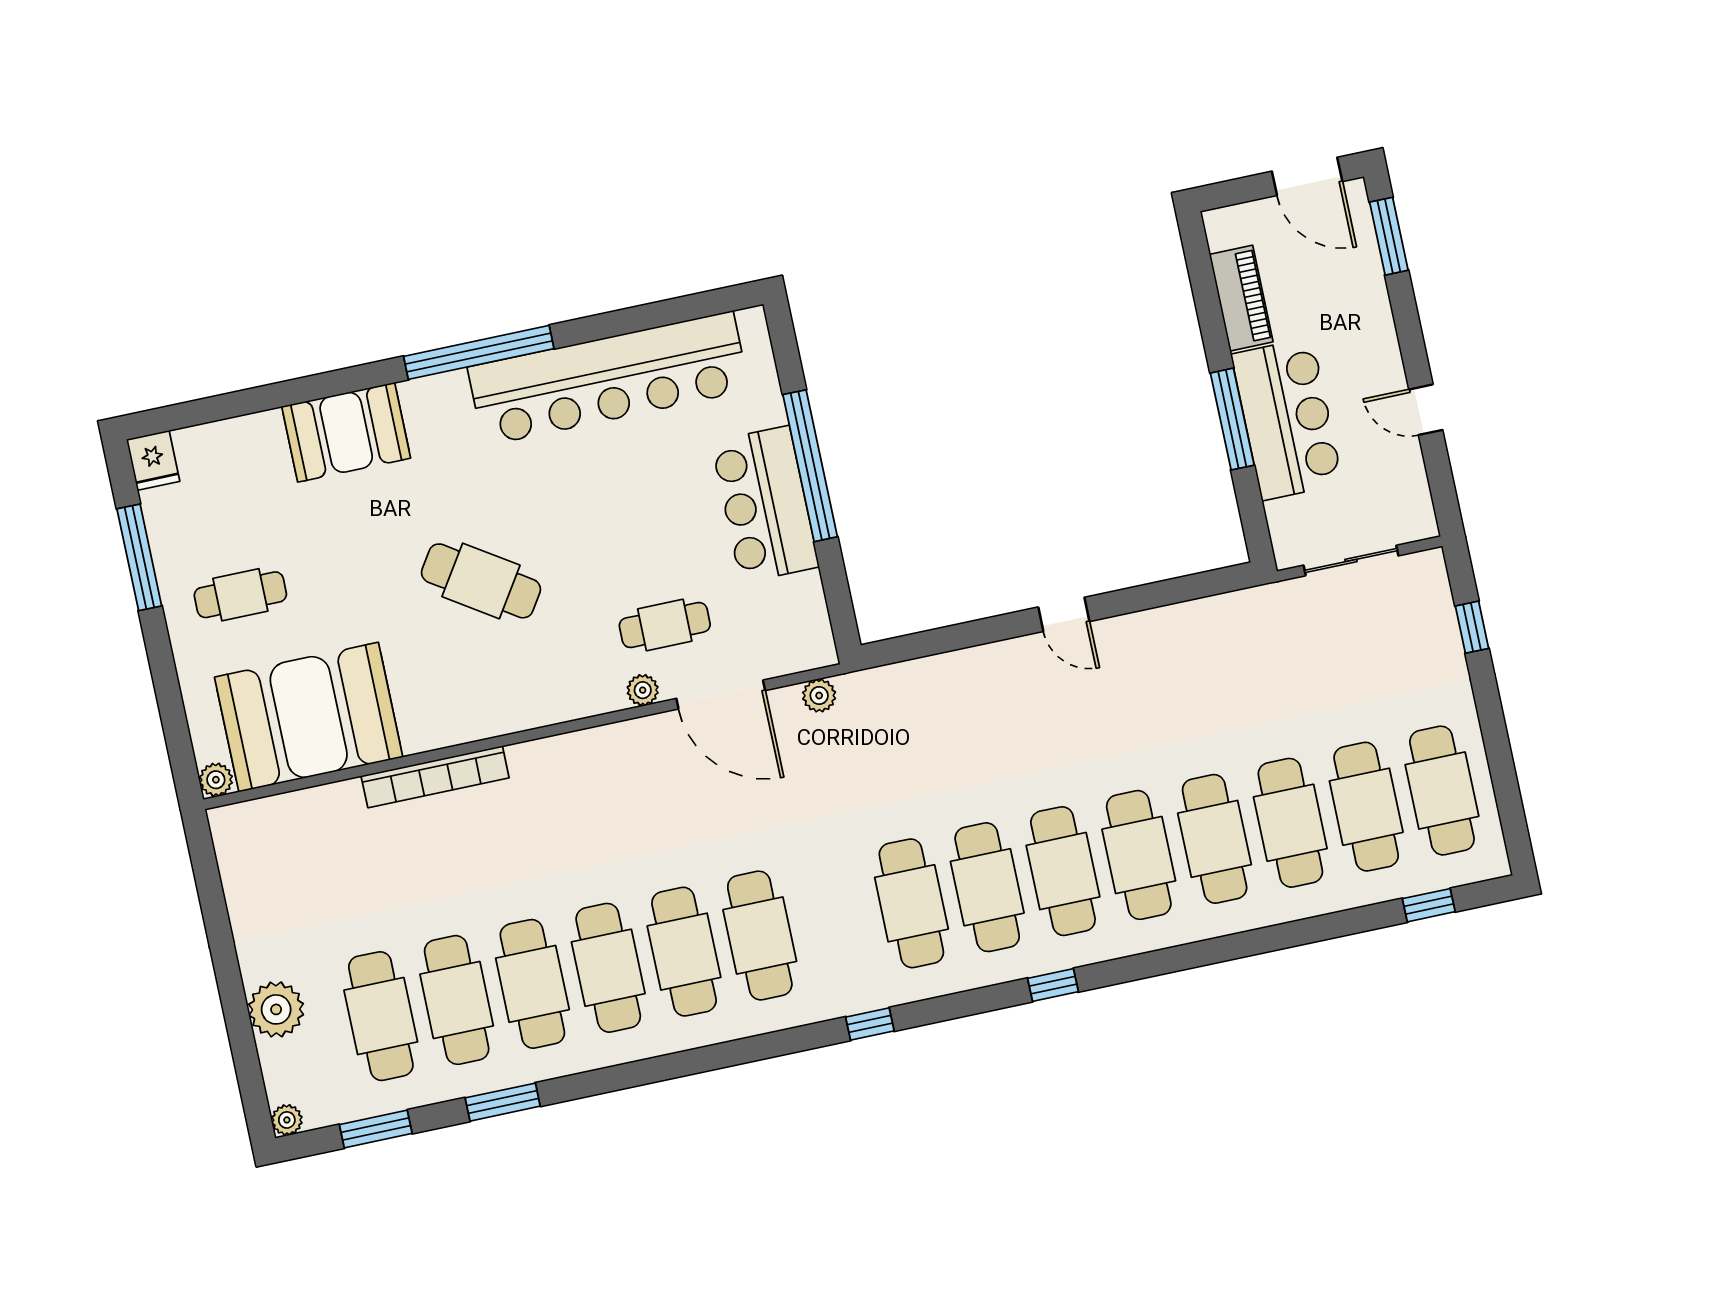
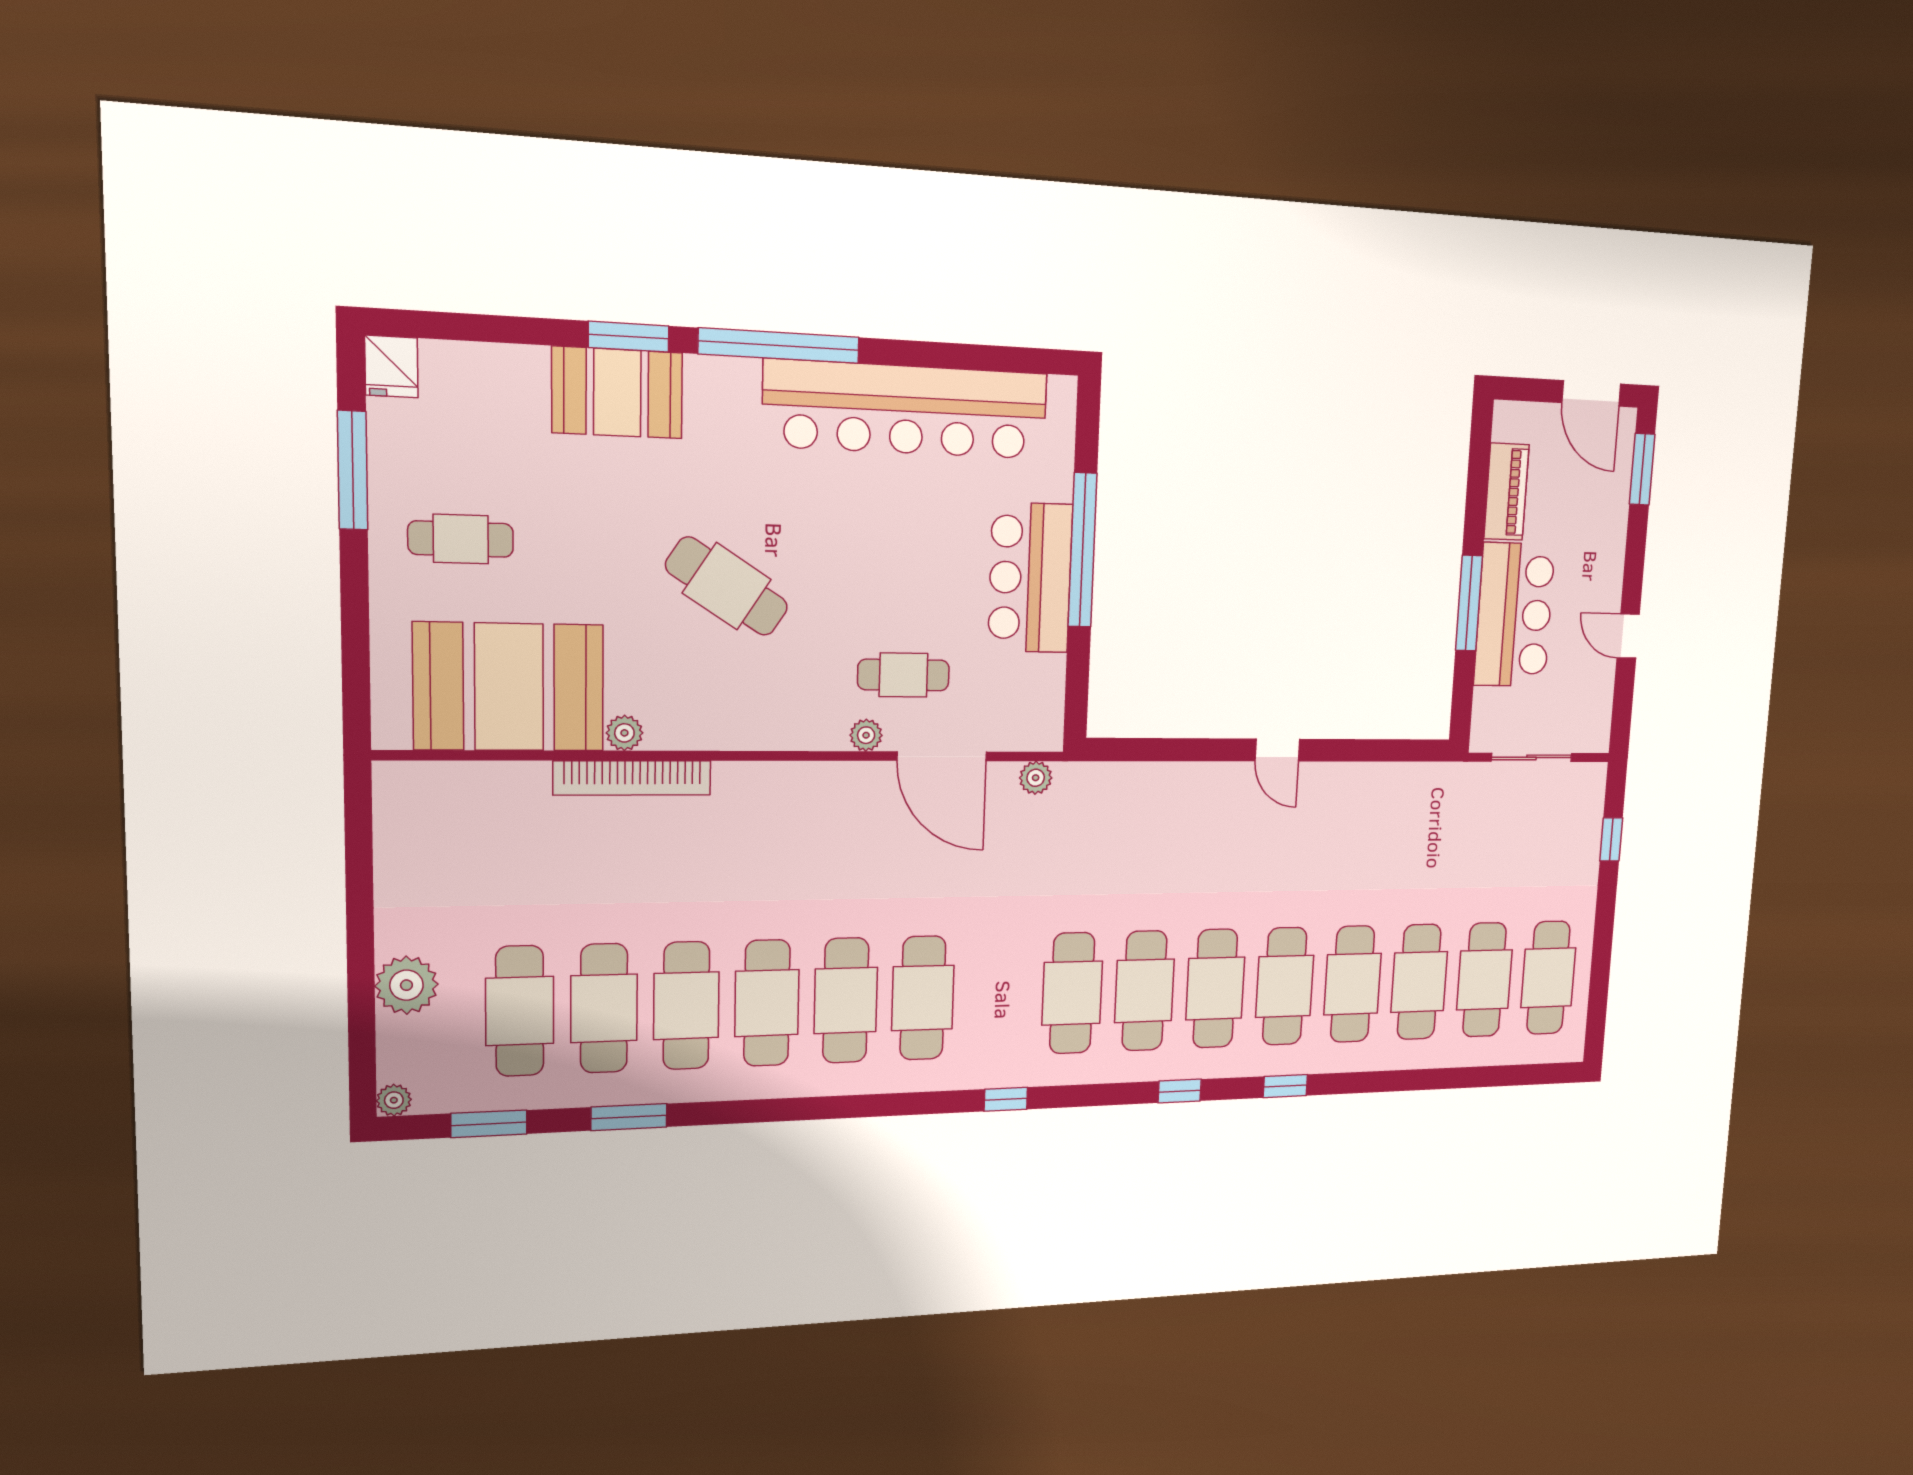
window: (345, 381) -> (629, 337), added
plant: (216, 780) -> (624, 733), moved
window: (1429, 905) -> (1285, 1086), moved

